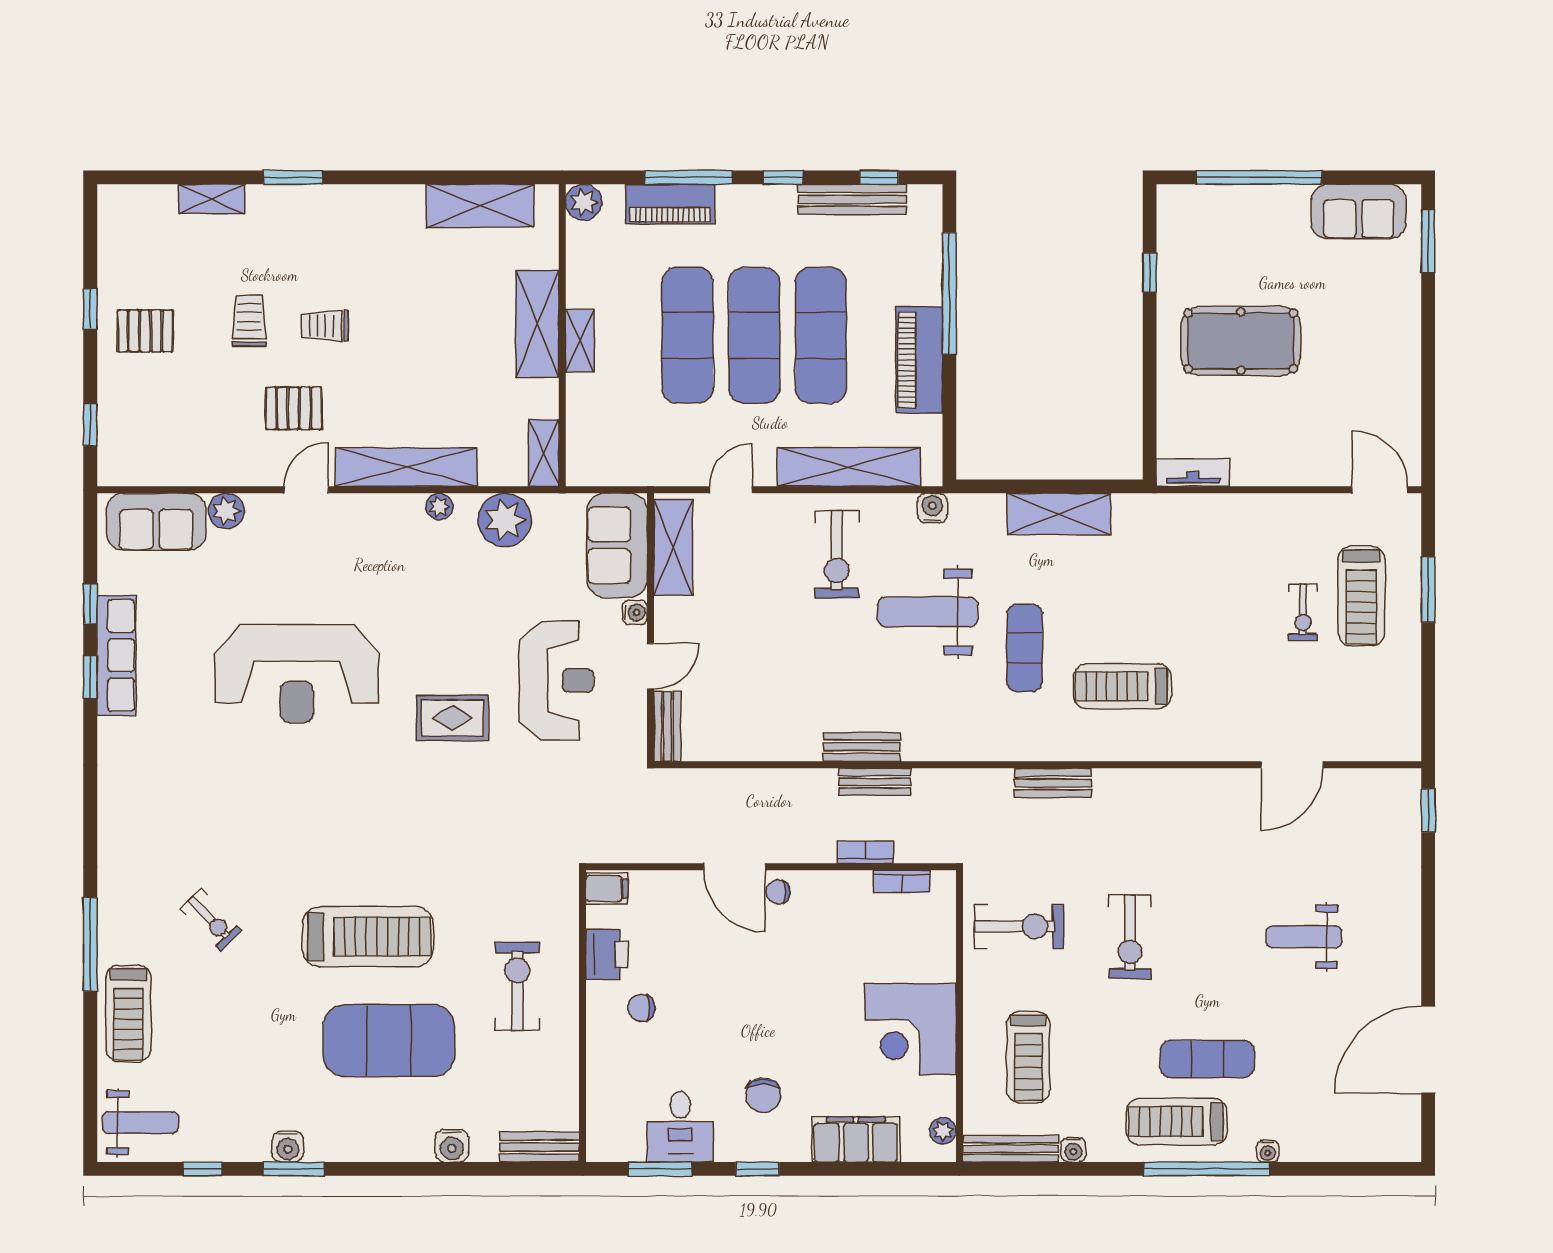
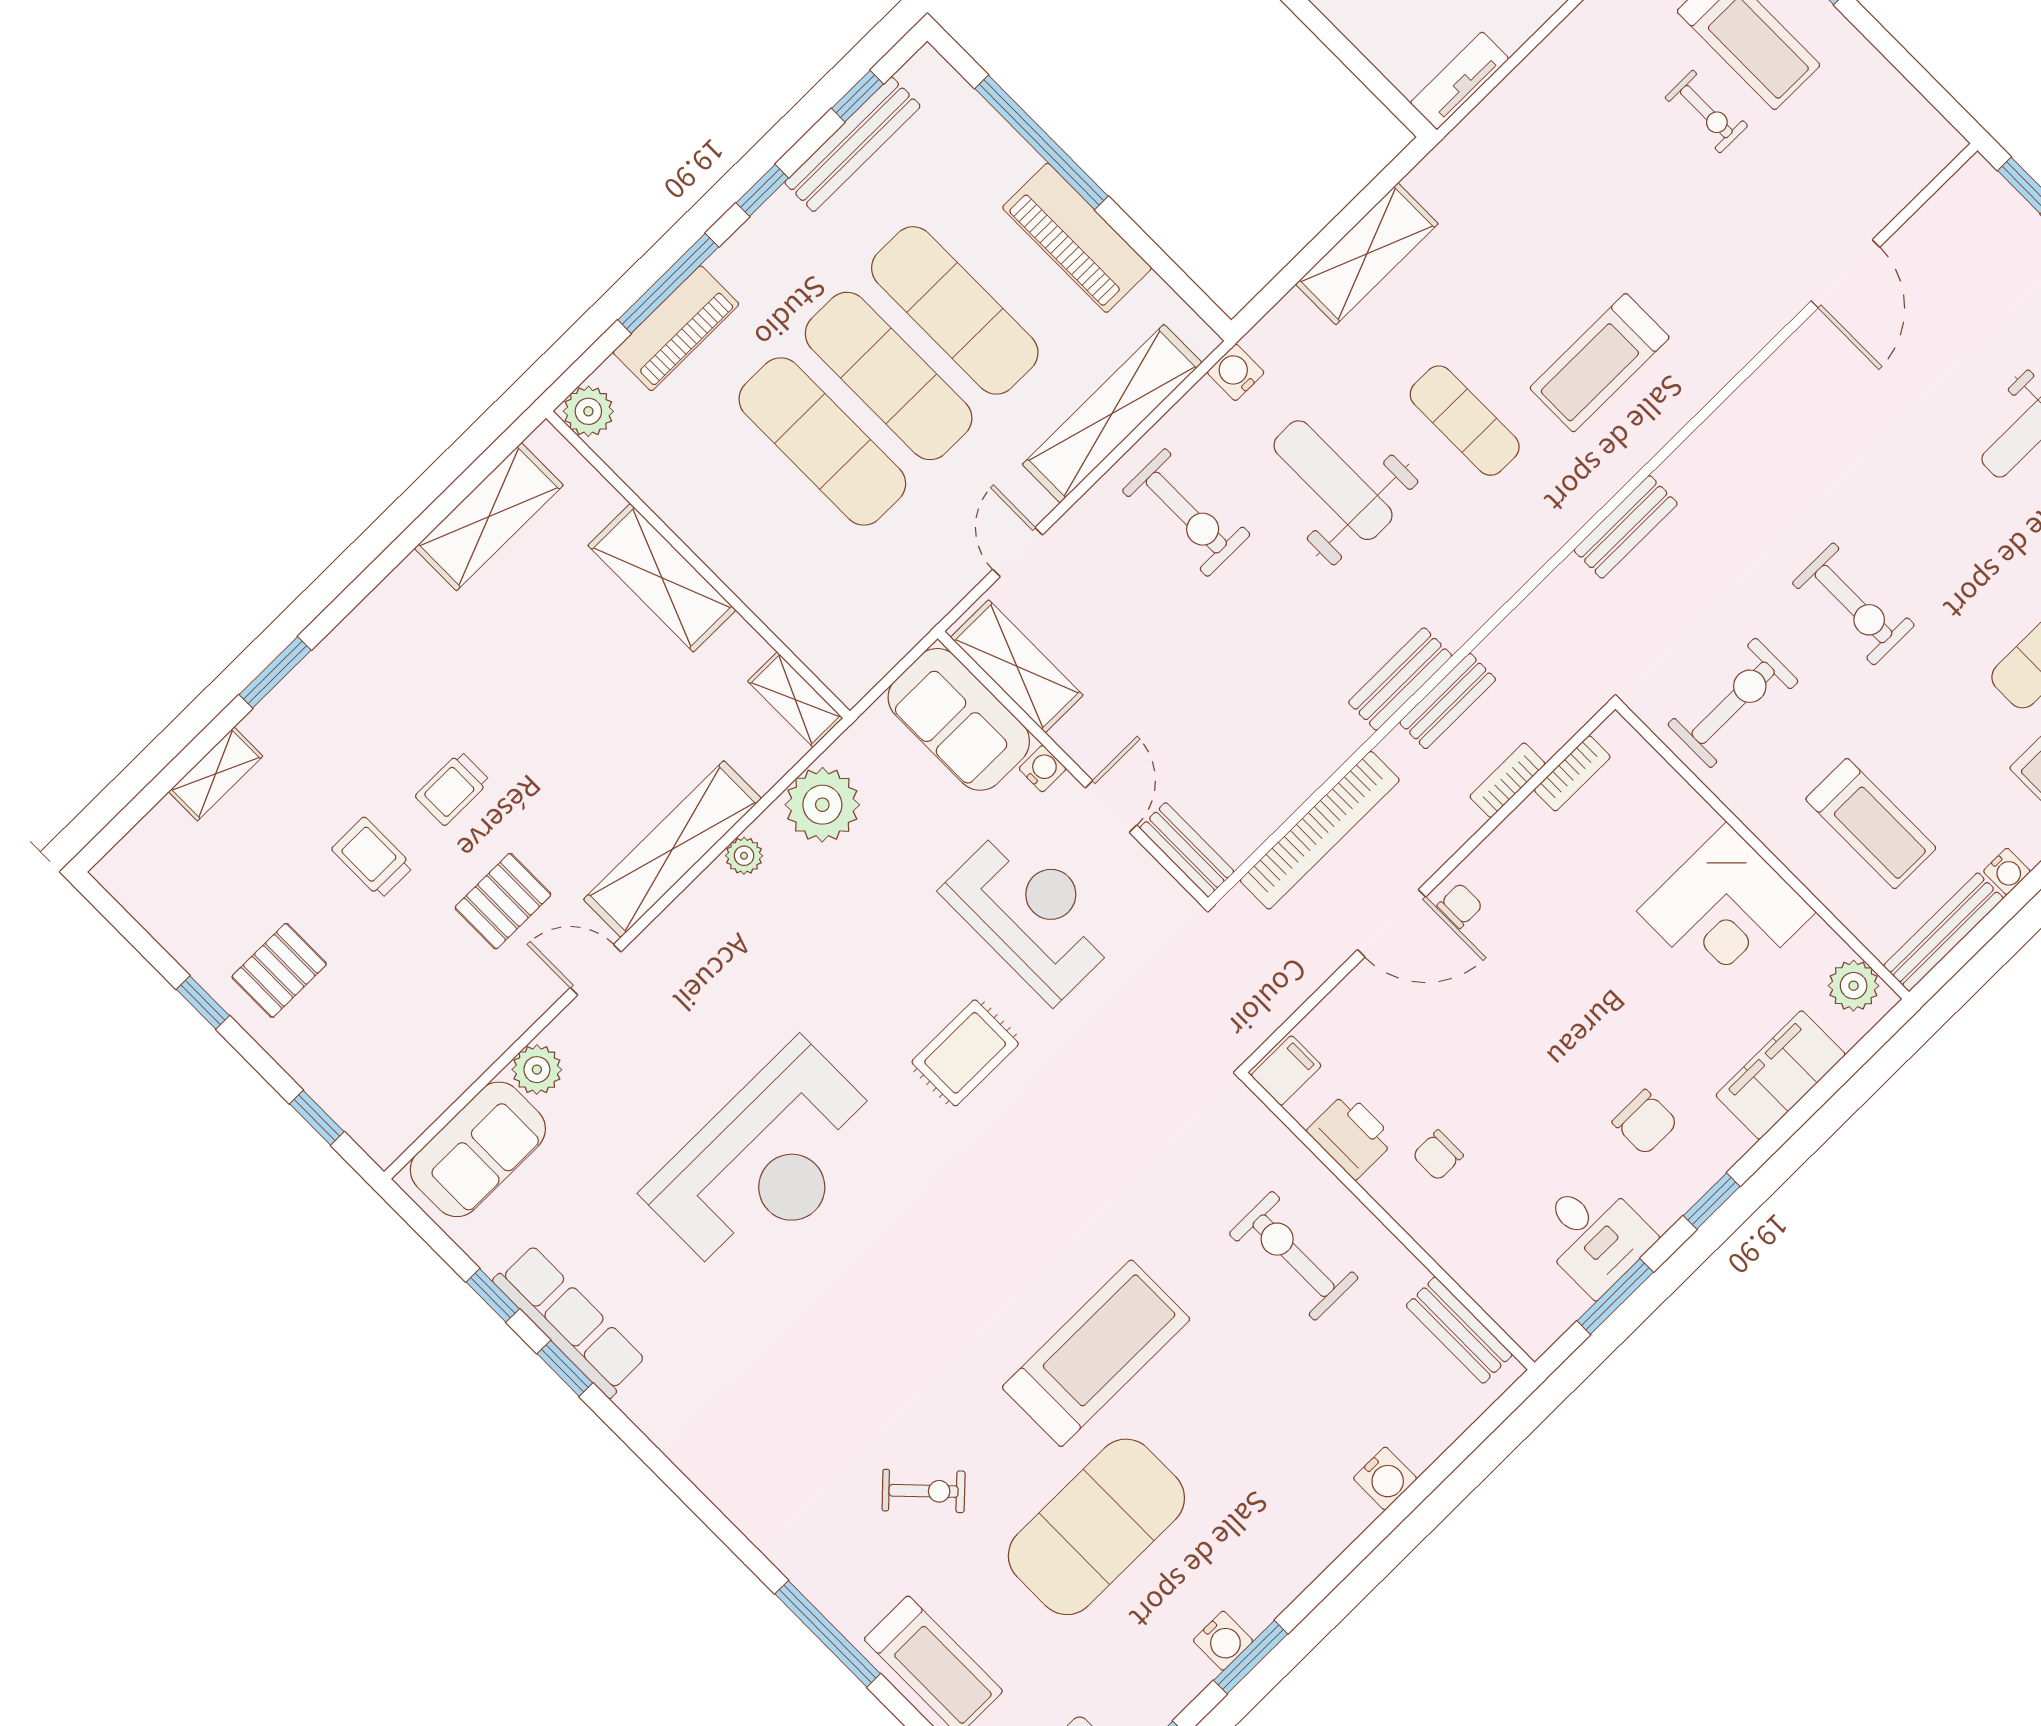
shelving: (580, 341) -> (721, 553), removed
door: (306, 490) -> (596, 970), hinge flipped
weight bench: (928, 612) -> (1333, 480), turned 90
bookcase: (745, 783) -> (1320, 830), added
chair: (778, 892) -> (1460, 906), turned 180
exercise mat: (389, 1041) -> (1096, 1527), moved
plant: (943, 1131) -> (1854, 986), width x1.38, depth x1.38
bench: (540, 1147) -> (1459, 1330), moved, turned 90

